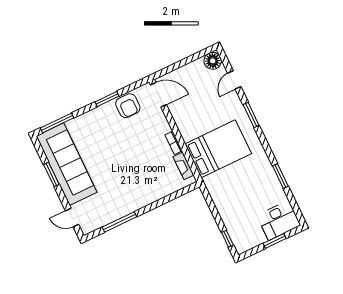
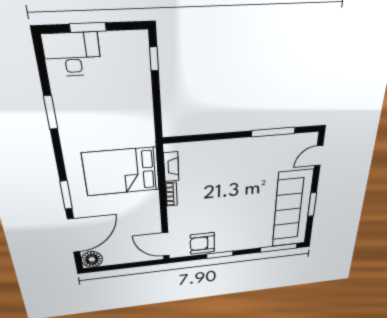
door: (234, 80) -> (74, 236), width x1.88
armchair: (128, 106) -> (202, 243), turned -90
door: (72, 218) -> (319, 156), swing flipped

